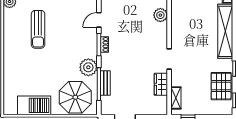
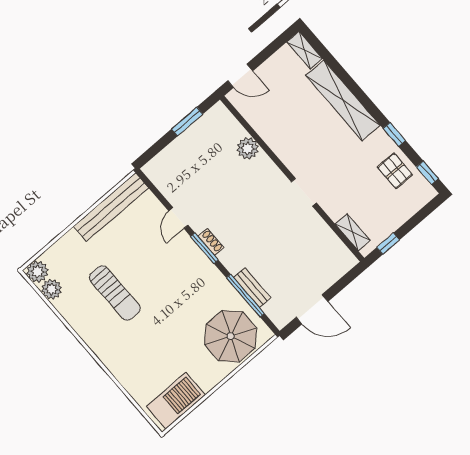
plant: (88, 67) -> (215, 286), removed
wardrobe: (161, 84) -> (320, 231), removed
pallet: (221, 86) -> (395, 171), width x0.67, depth x0.71
barbecue: (34, 105) -> (176, 401), moved

